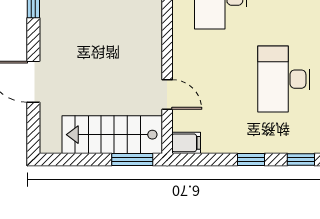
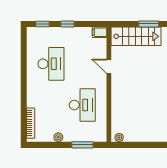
door: (167, 94) -> (109, 66), moved
window: (132, 159) -> (149, 24), moved

